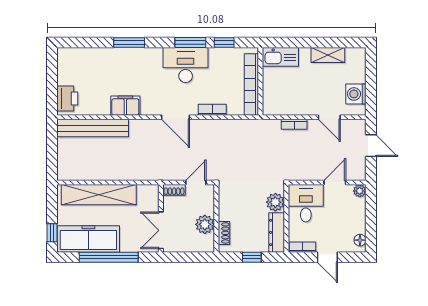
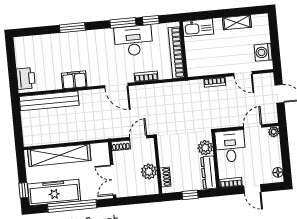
desk: (186, 65) -> (133, 41), moved

